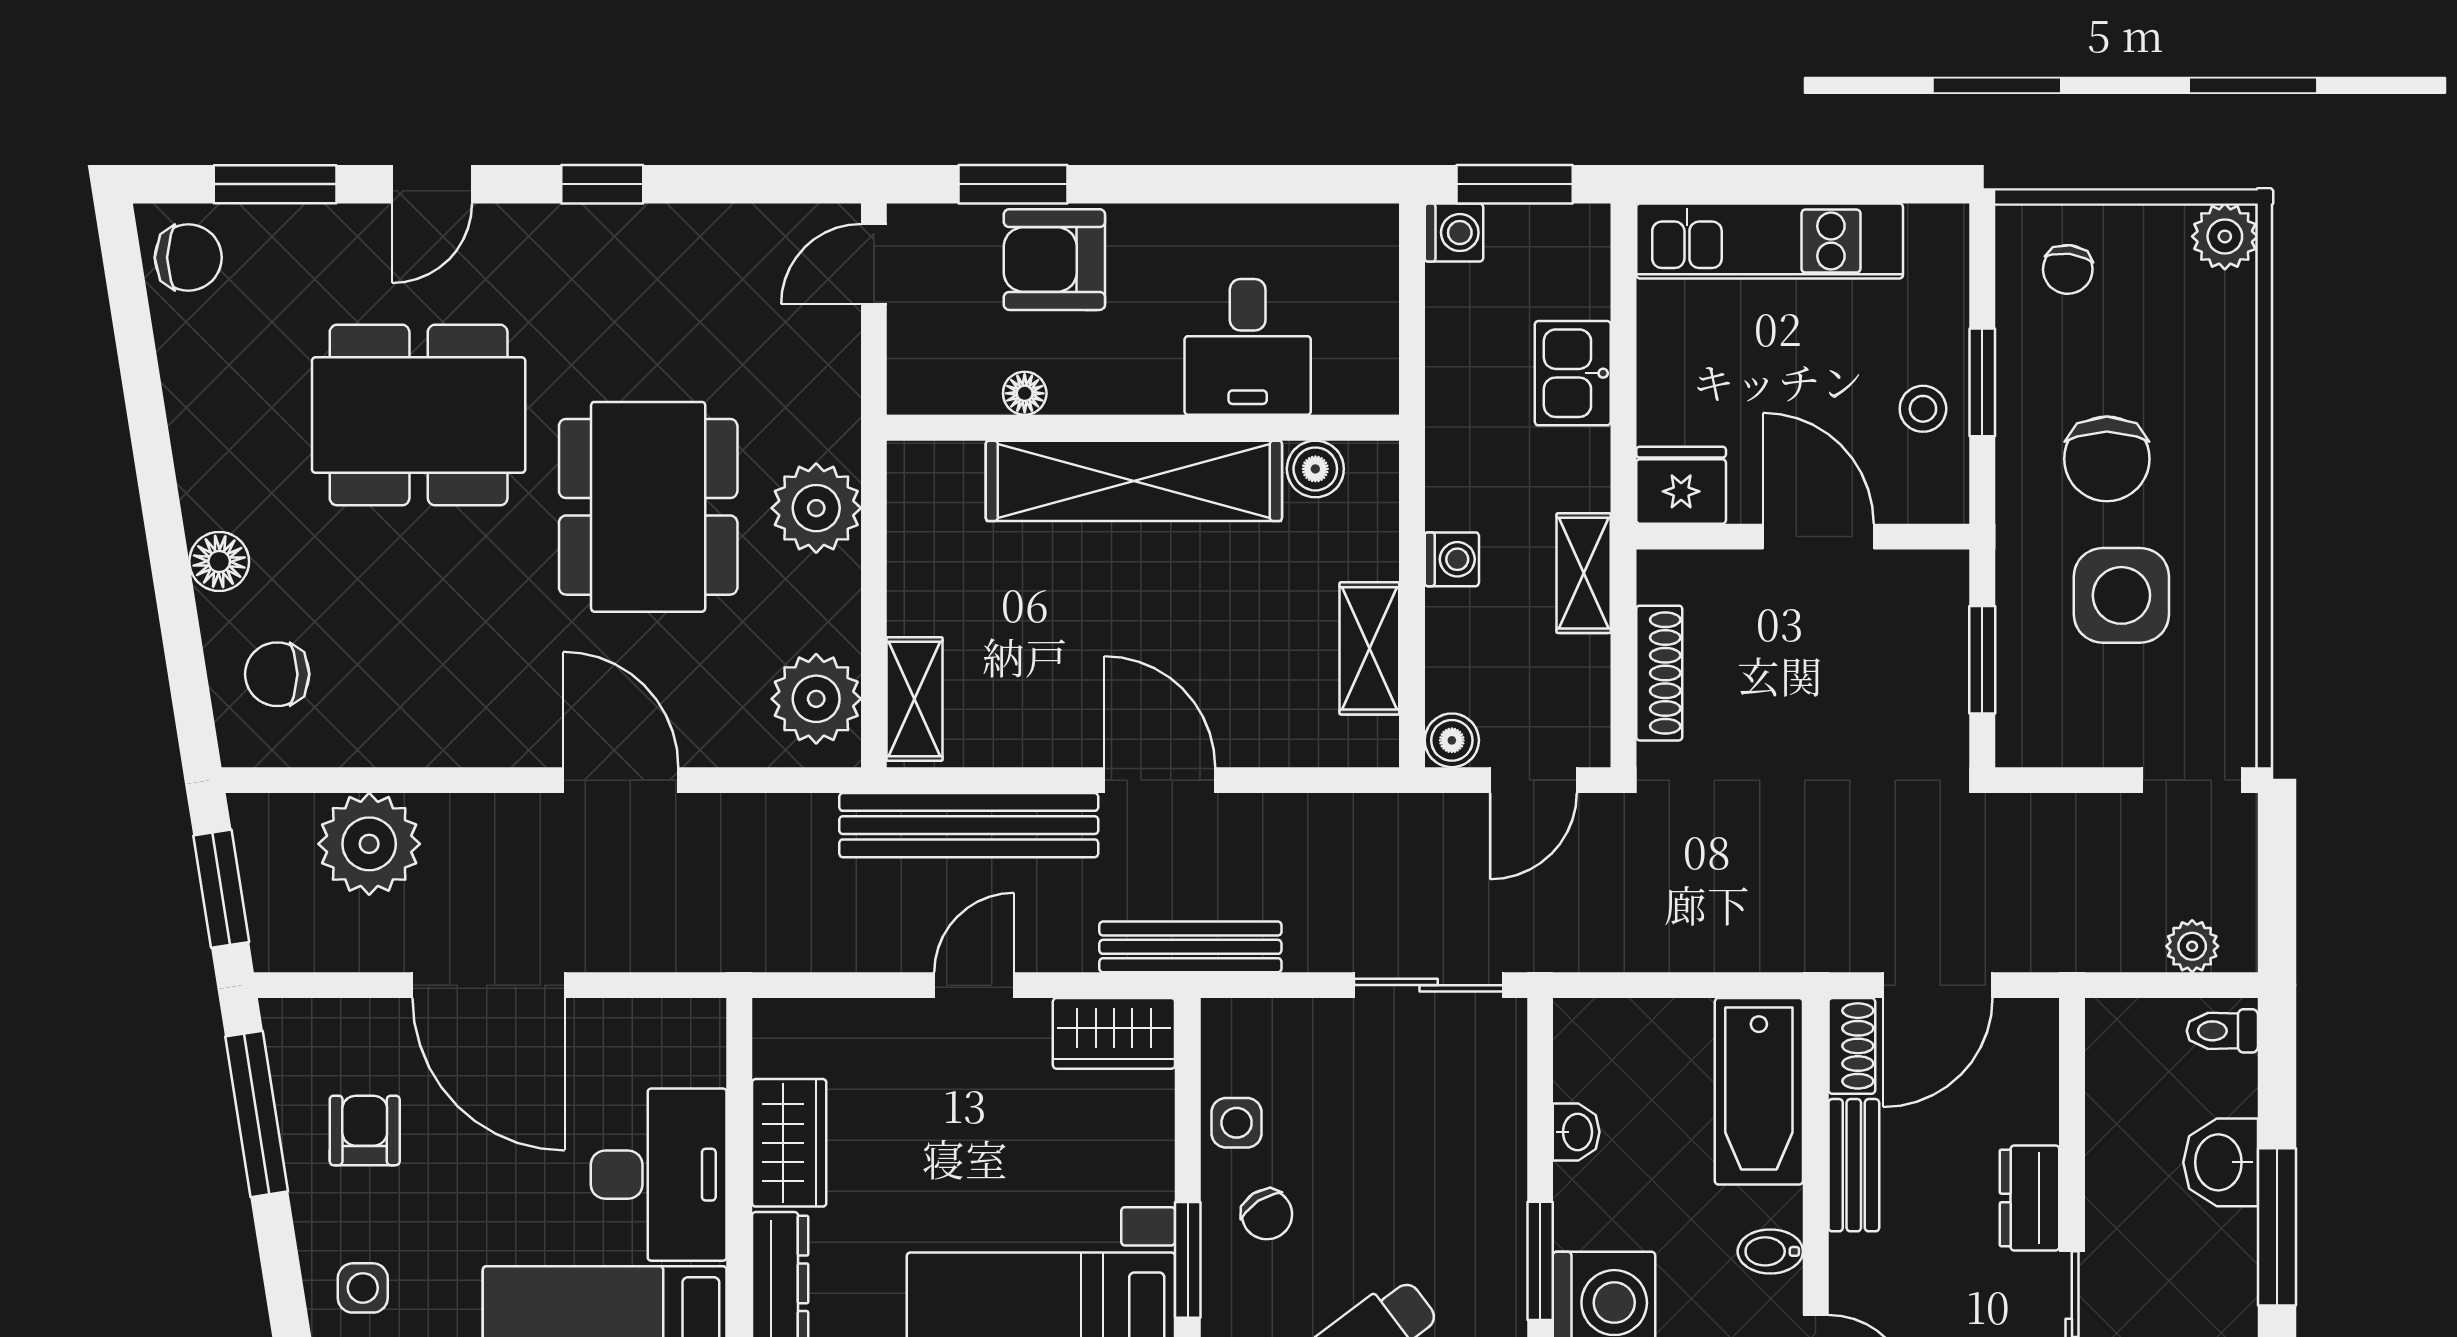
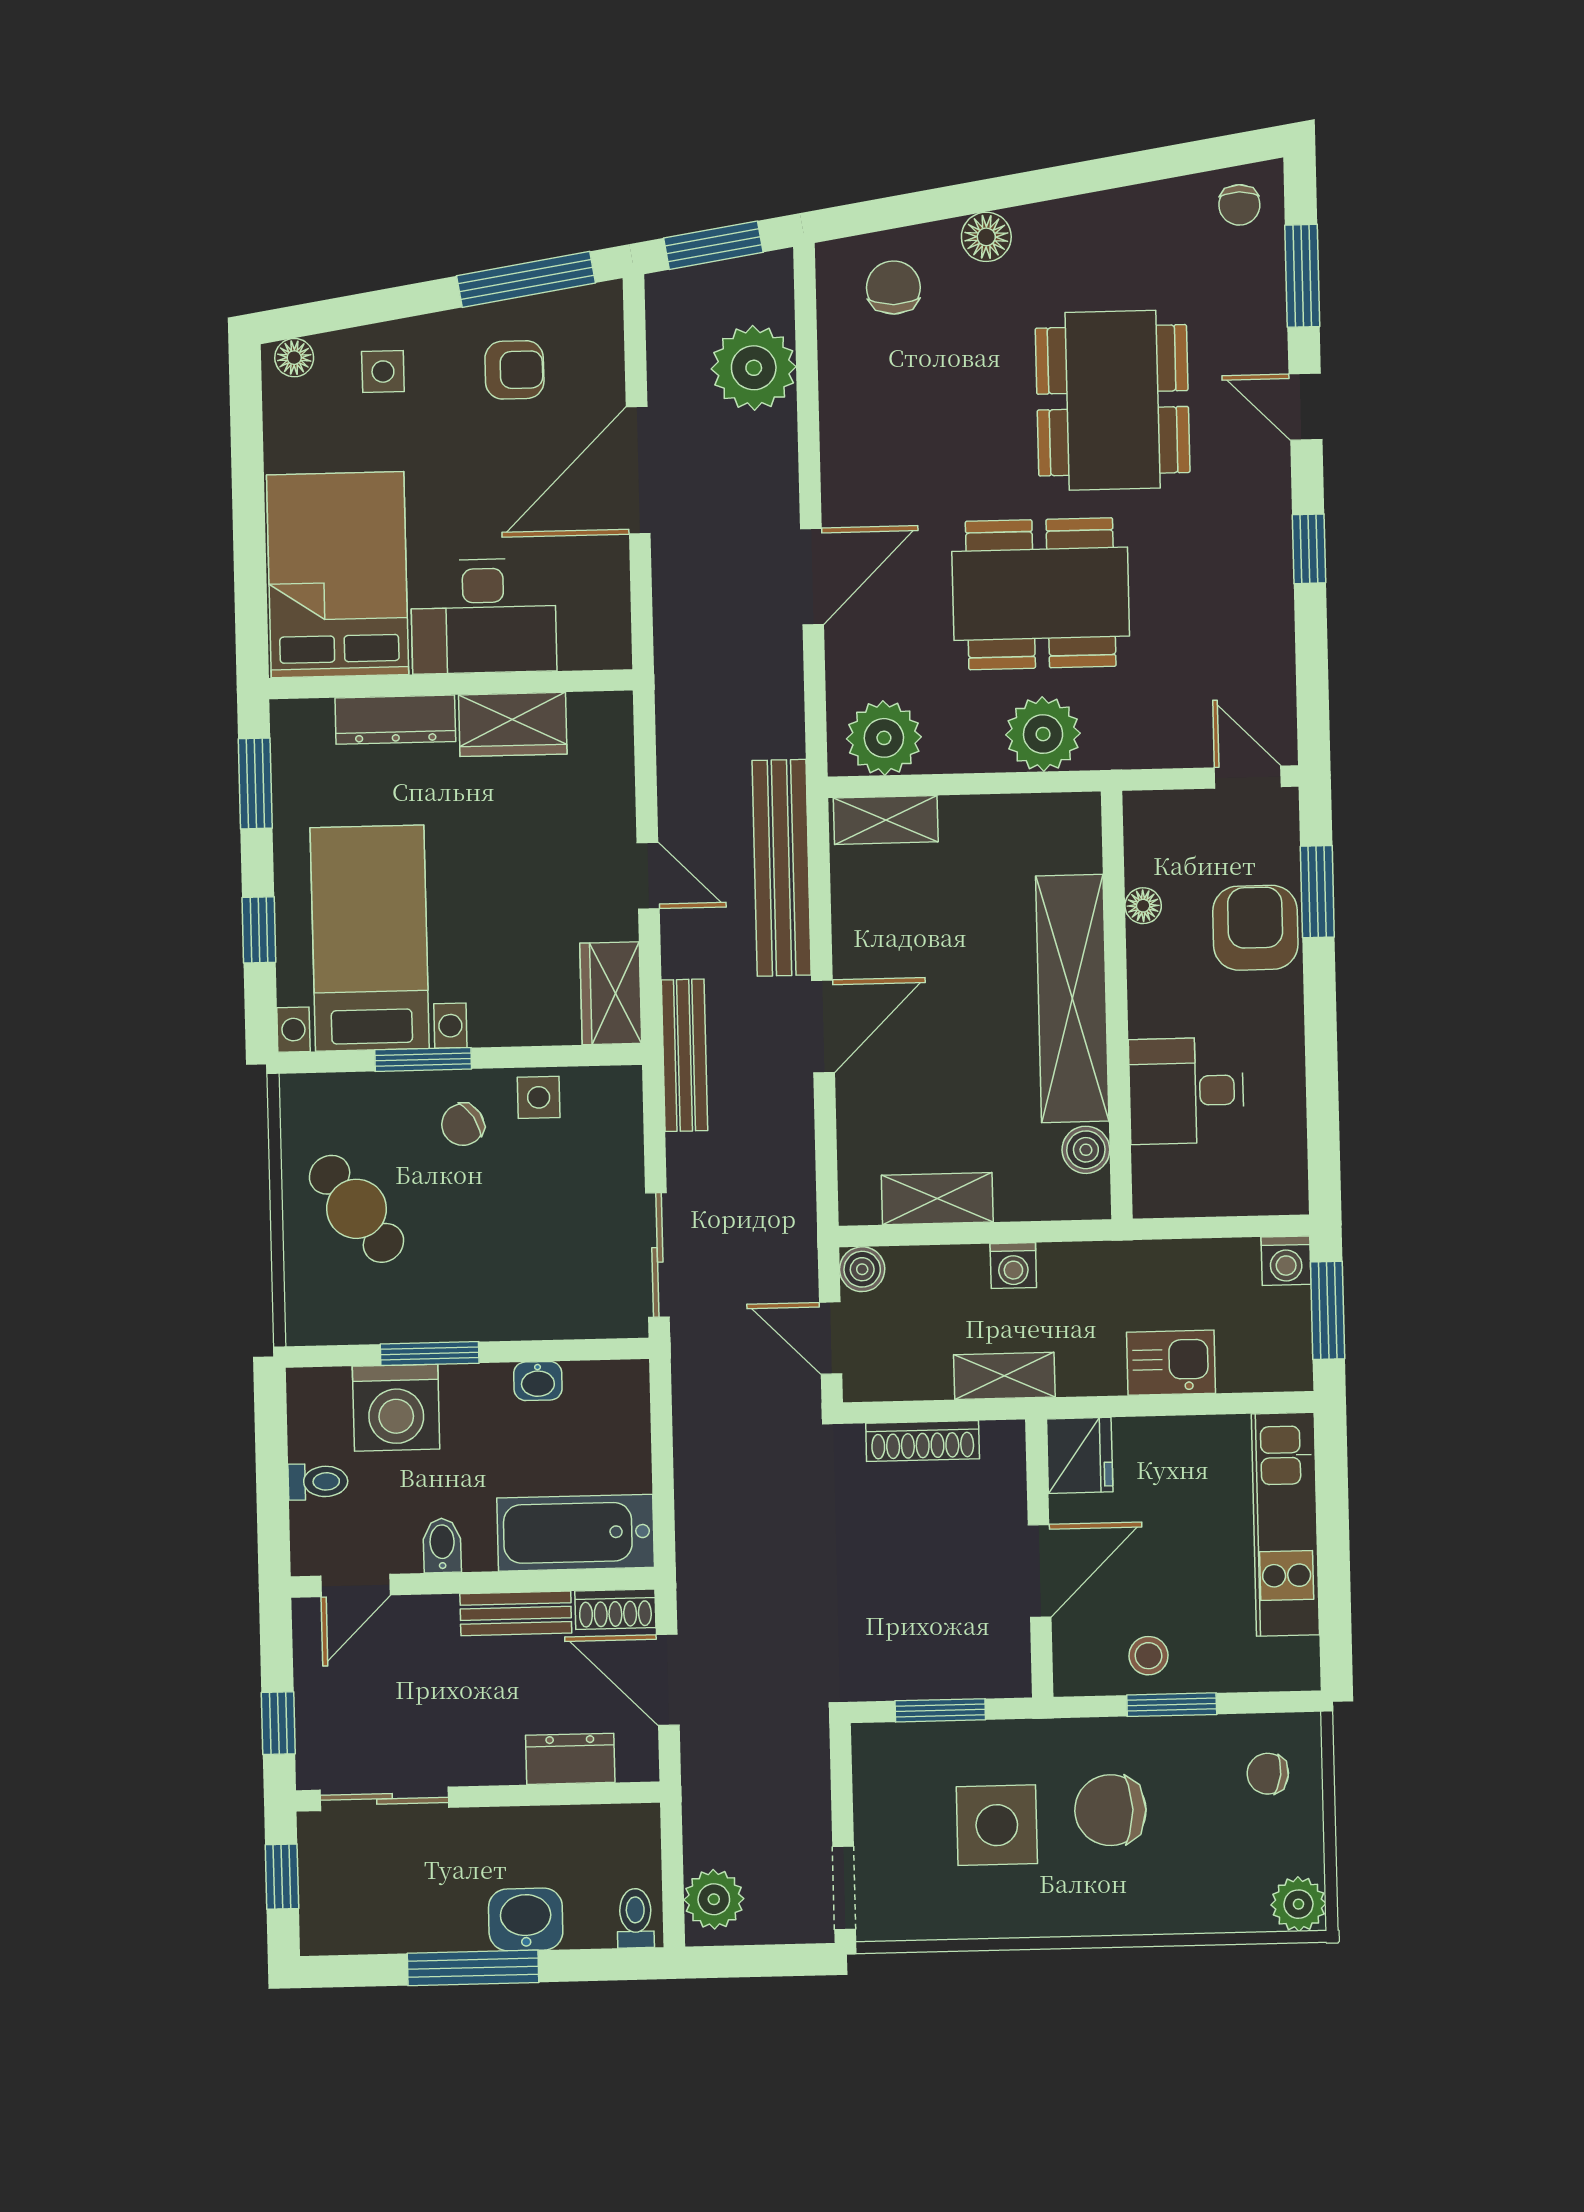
chair: (188, 258) -> (1239, 205), width x0.73, depth x0.73
plant: (2192, 946) -> (714, 1899), width x1.38, depth x1.38
dresser: (2030, 1198) -> (570, 1759), moved

